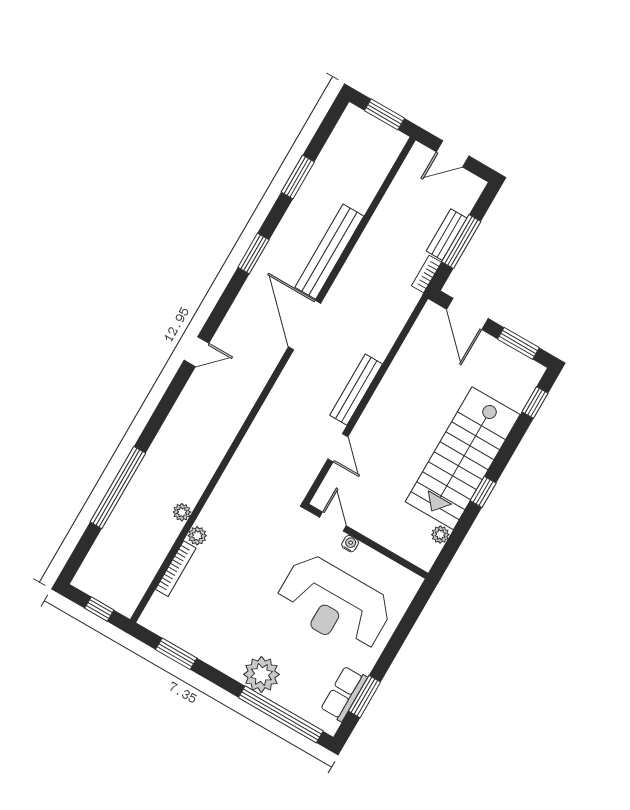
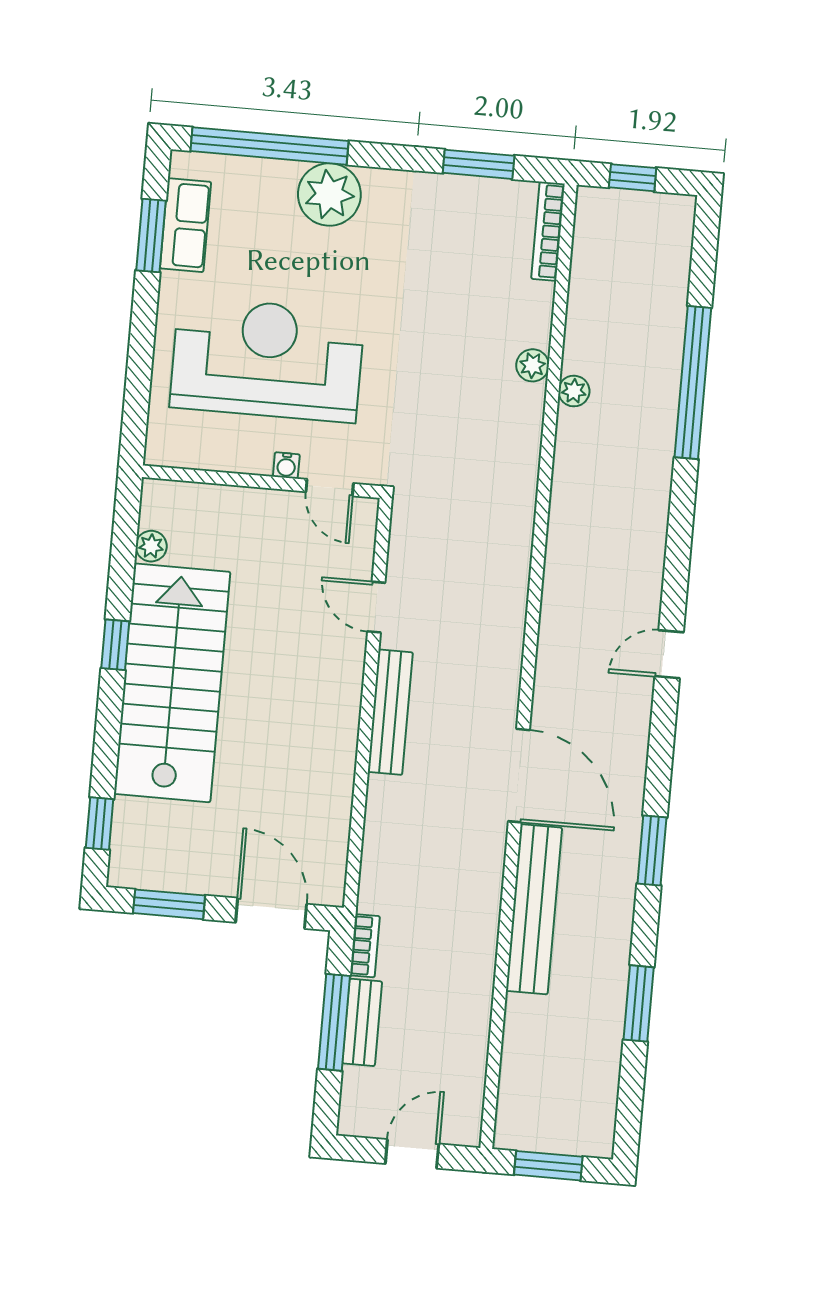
bookcase: (176, 569) -> (548, 231), moved

